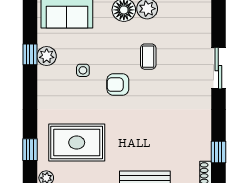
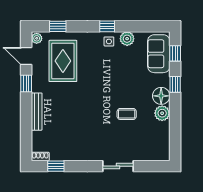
window: (30, 54) -> (107, 26), moved
side table: (83, 70) -> (109, 41), moved
armchair: (118, 85) -> (106, 91), removed

